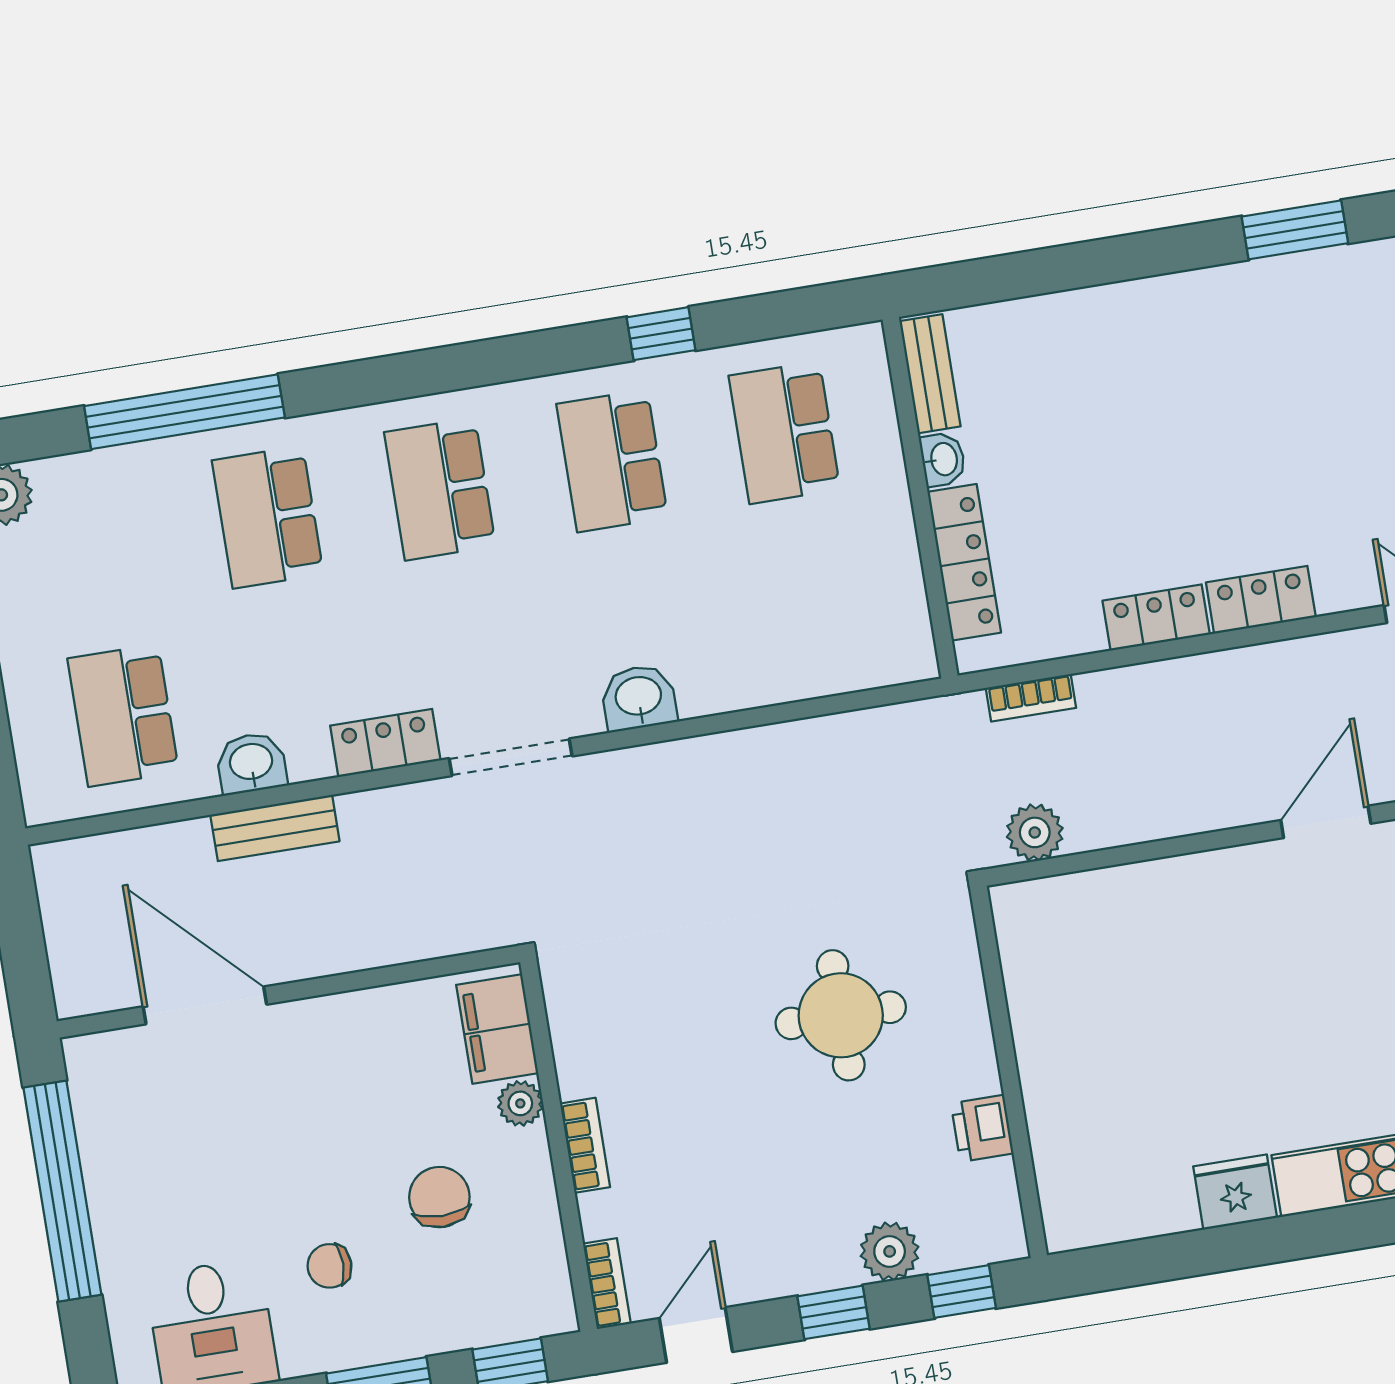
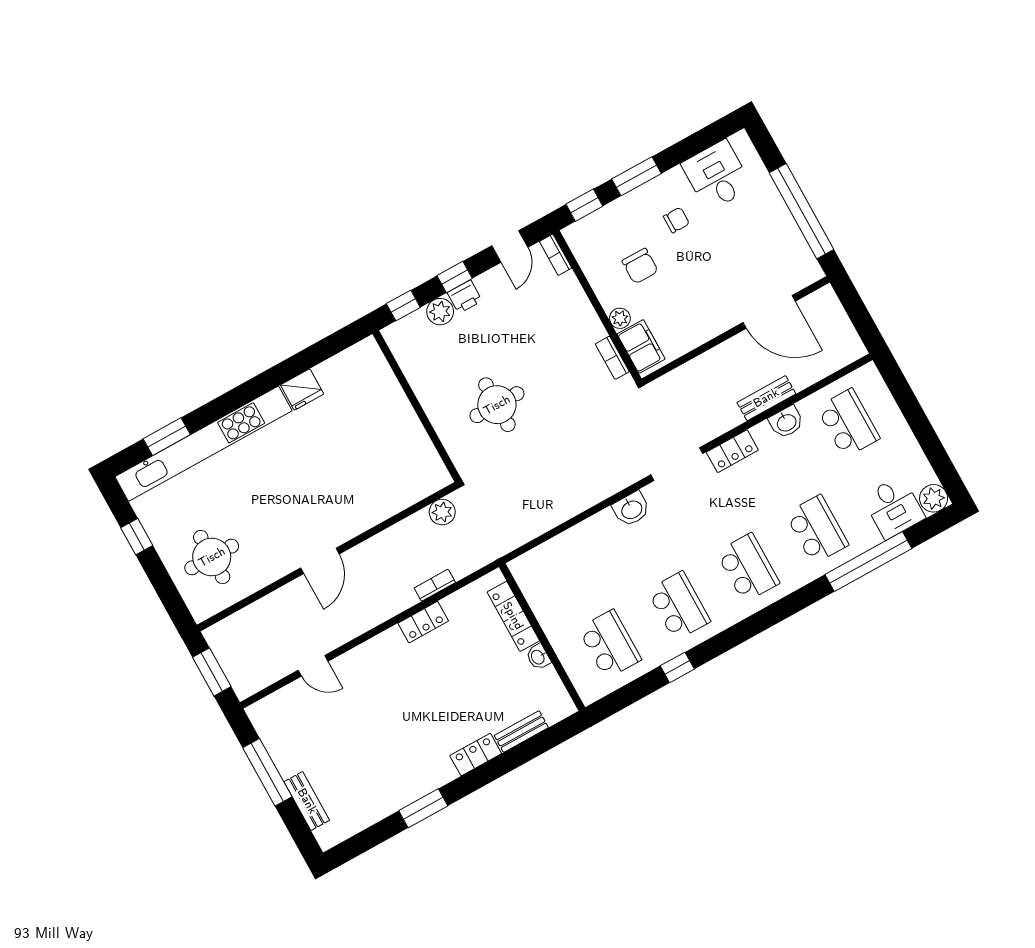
bench: (930, 374) -> (521, 732), moved, turned 90
desk: (92, 506) -> (894, 507), added
locker: (1261, 600) -> (476, 755), moved, turned 180
bookcase: (1031, 698) -> (435, 585), moved
printer: (982, 1128) -> (465, 297), moved, turned 90
bookcase: (585, 1145) -> (612, 358), moved

